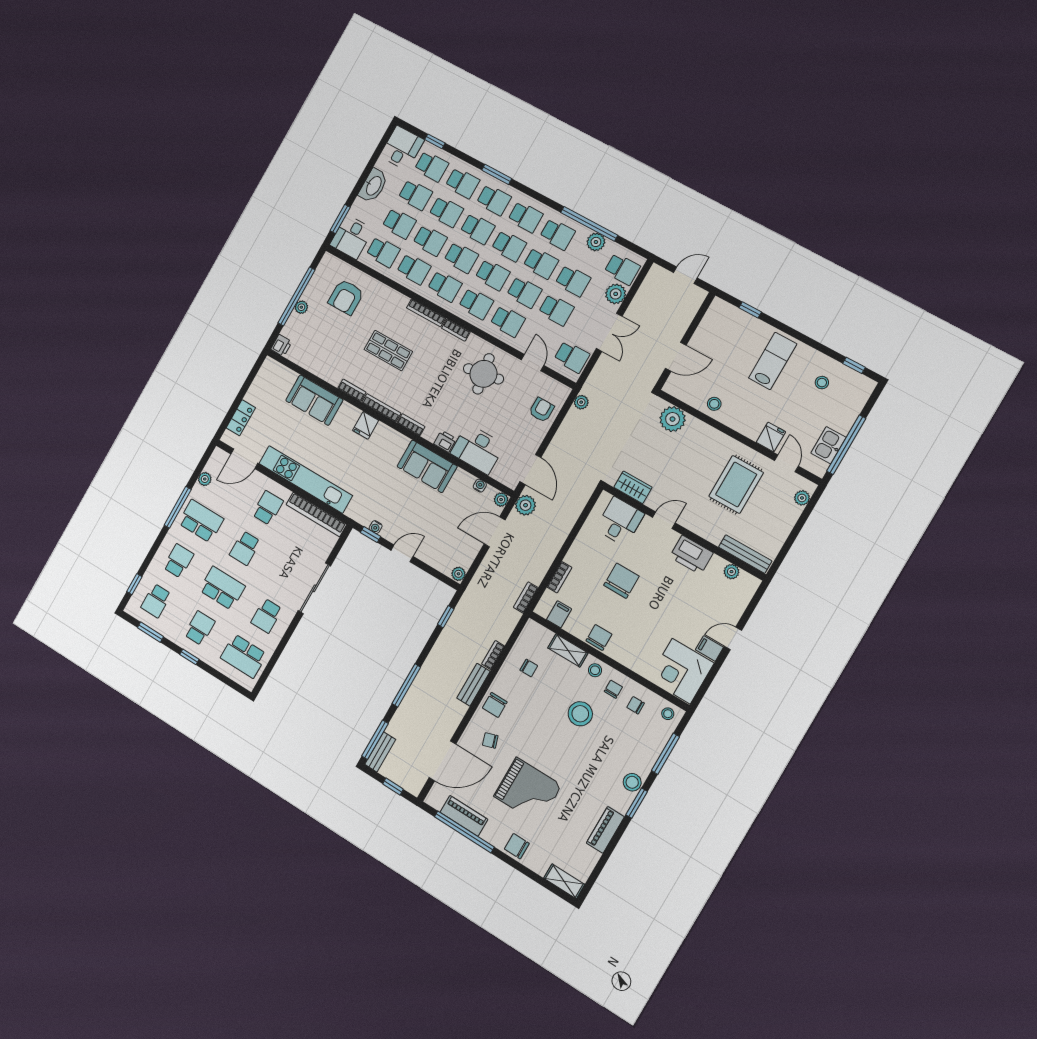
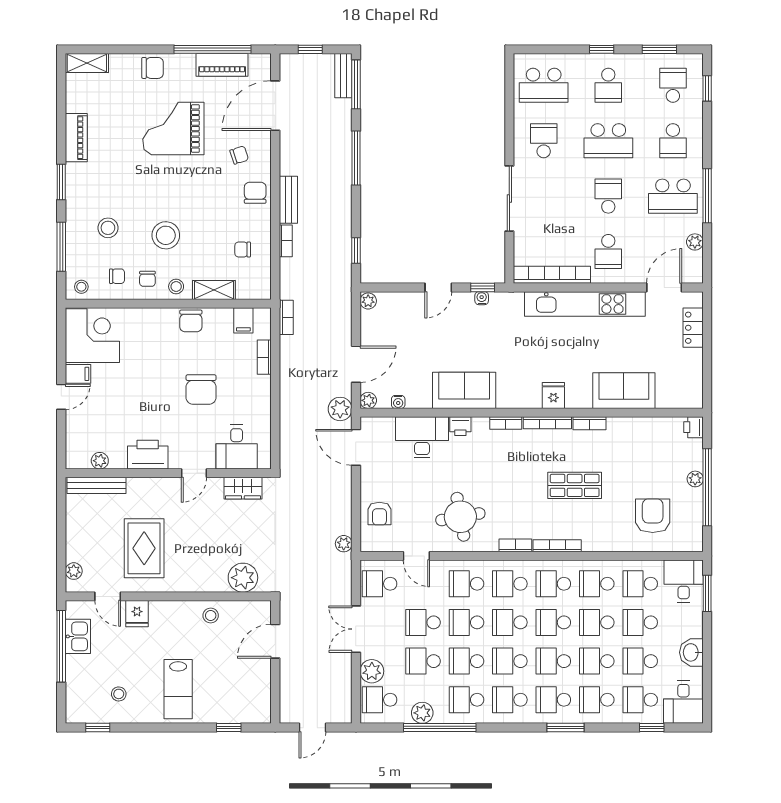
washbasin: (373, 186) -> (691, 652), width x0.72
school desk: (244, 656) -> (544, 85), turned 180
stool: (632, 782) -> (108, 228), moved

